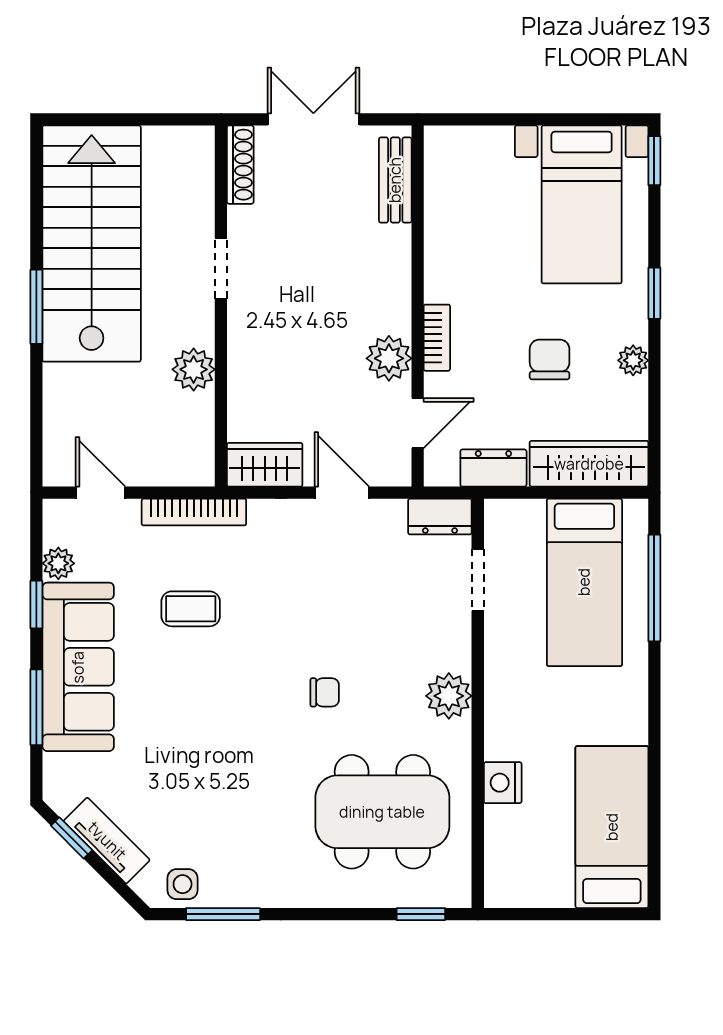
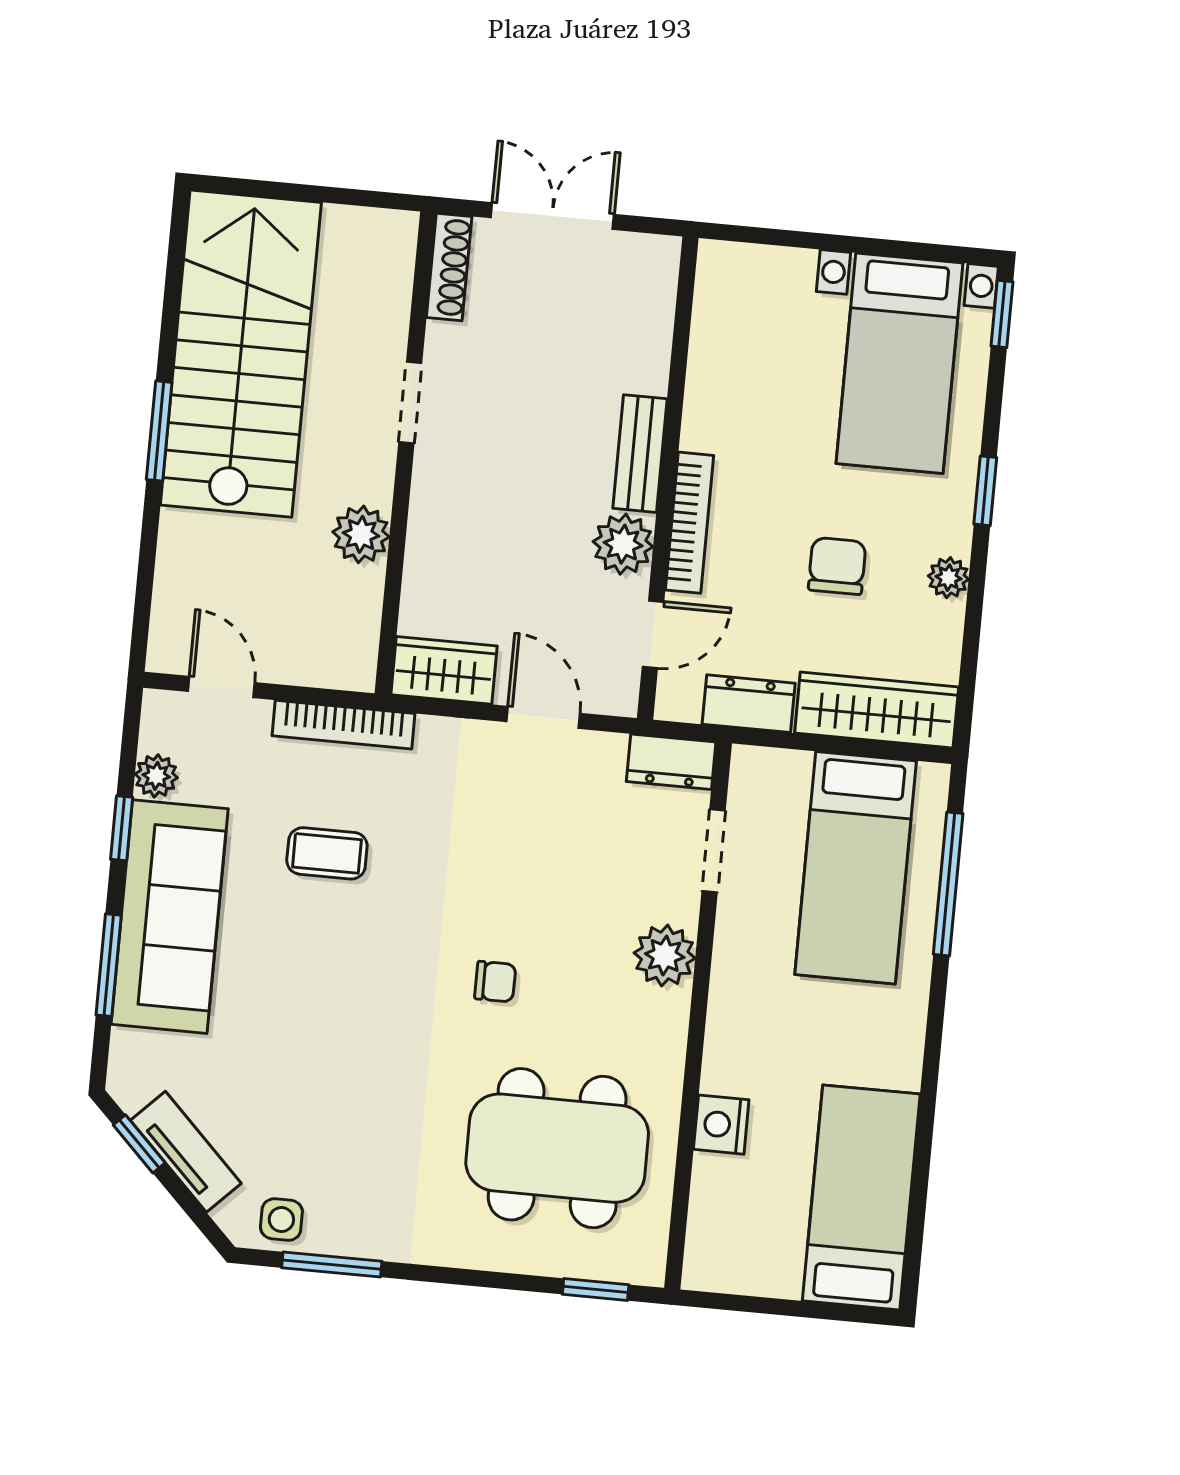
bench: (395, 180) -> (640, 454), moved
bookcase: (437, 338) -> (690, 523), width x1.56
plant: (449, 696) -> (665, 956), moved

